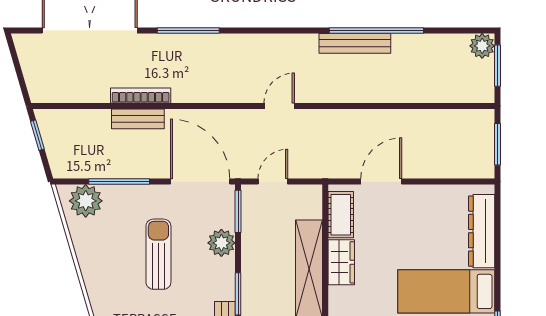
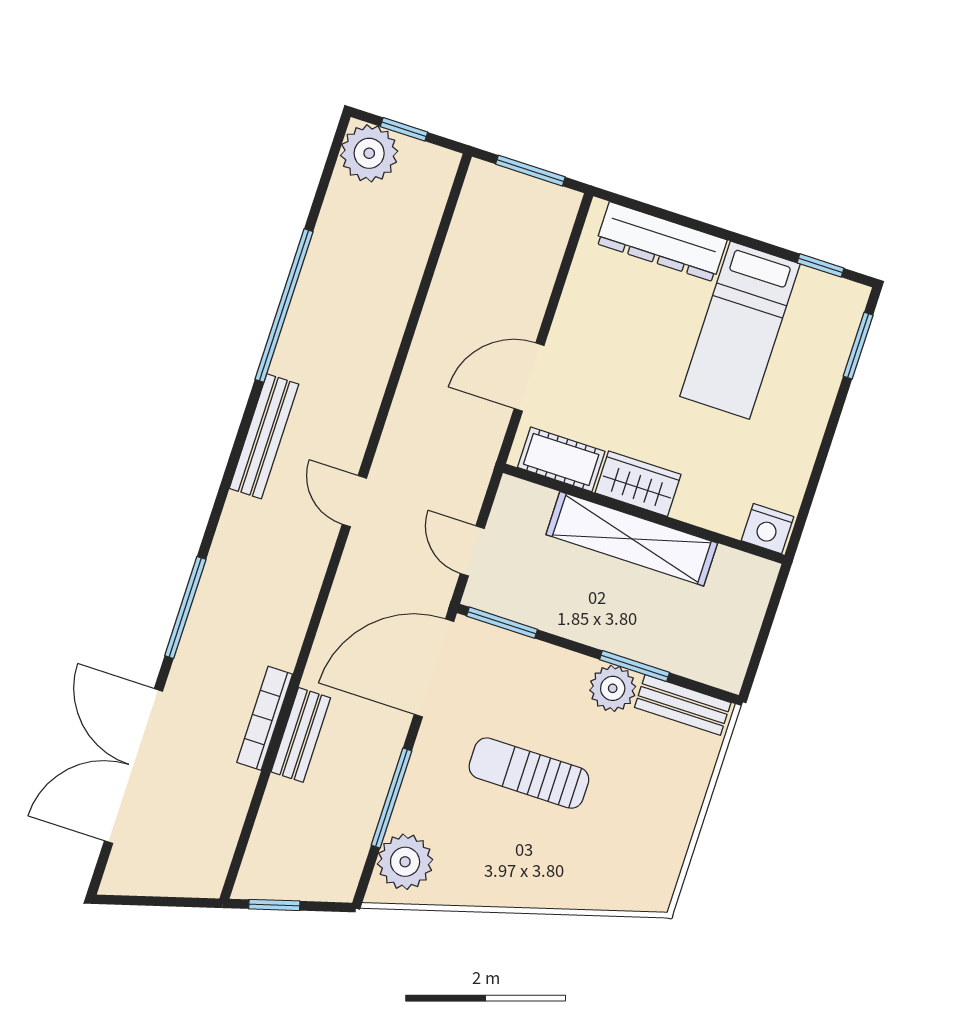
bench: (355, 43) -> (264, 436), moved
plant: (482, 46) -> (369, 153), width x1.36, depth x1.36
window: (498, 66) -> (404, 129), width x0.67
door: (381, 181) -> (529, 377), hinge flipped
plant: (221, 243) -> (613, 688), moved

